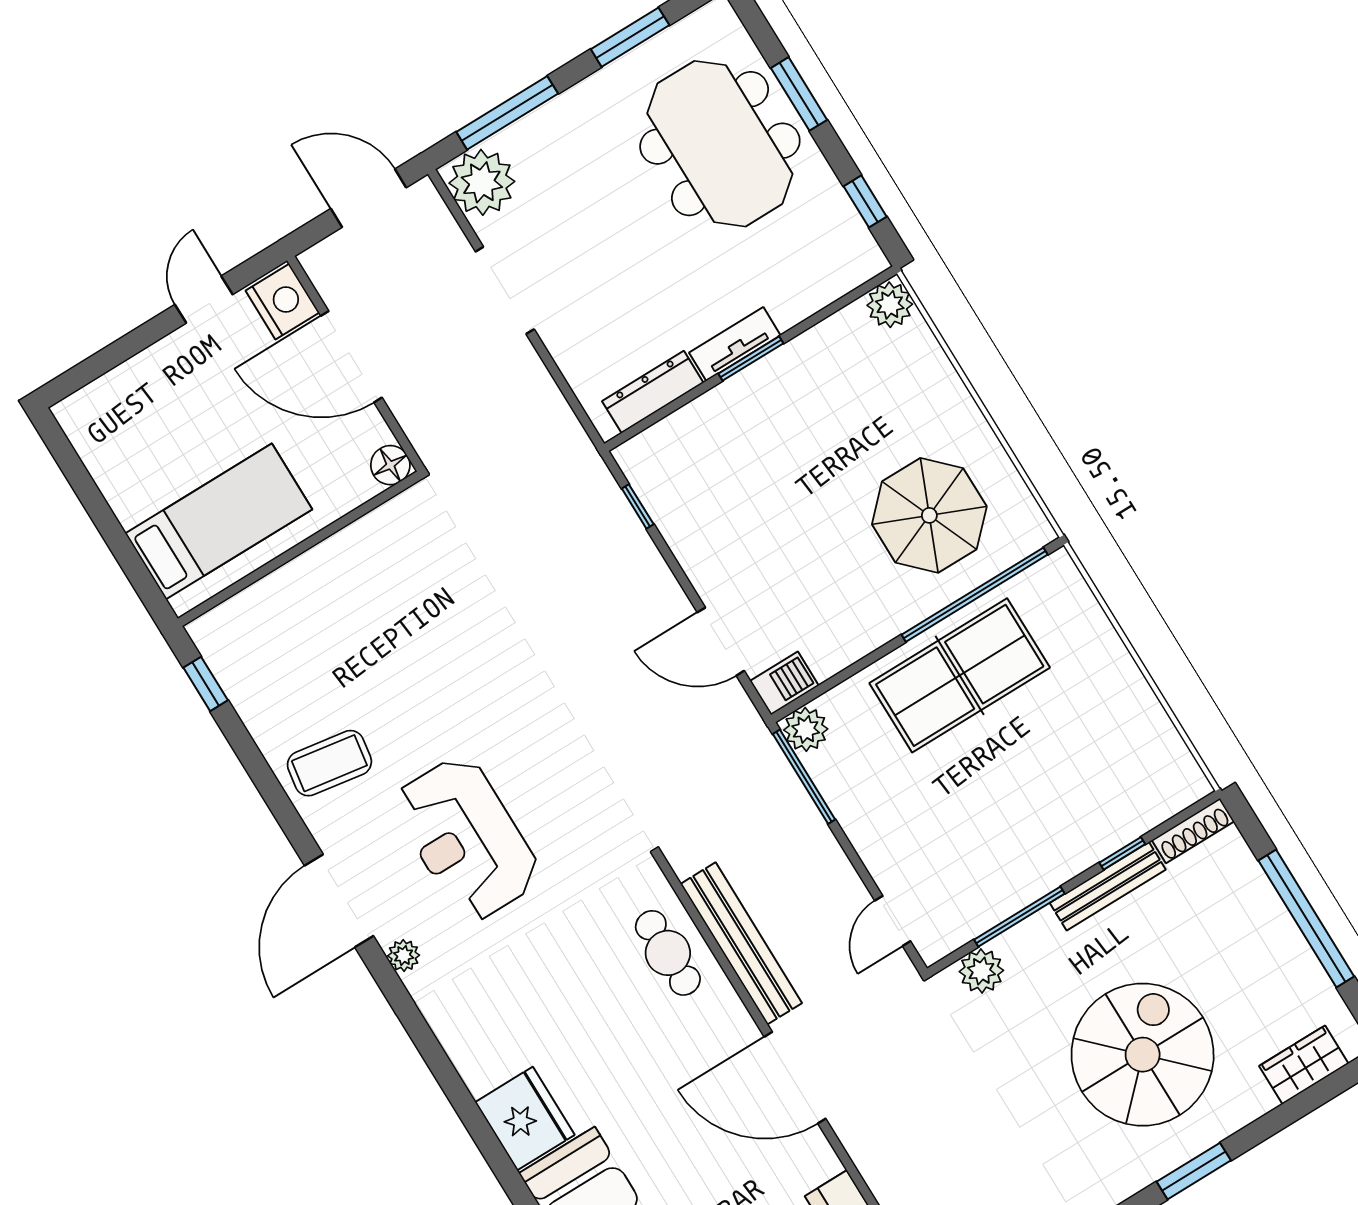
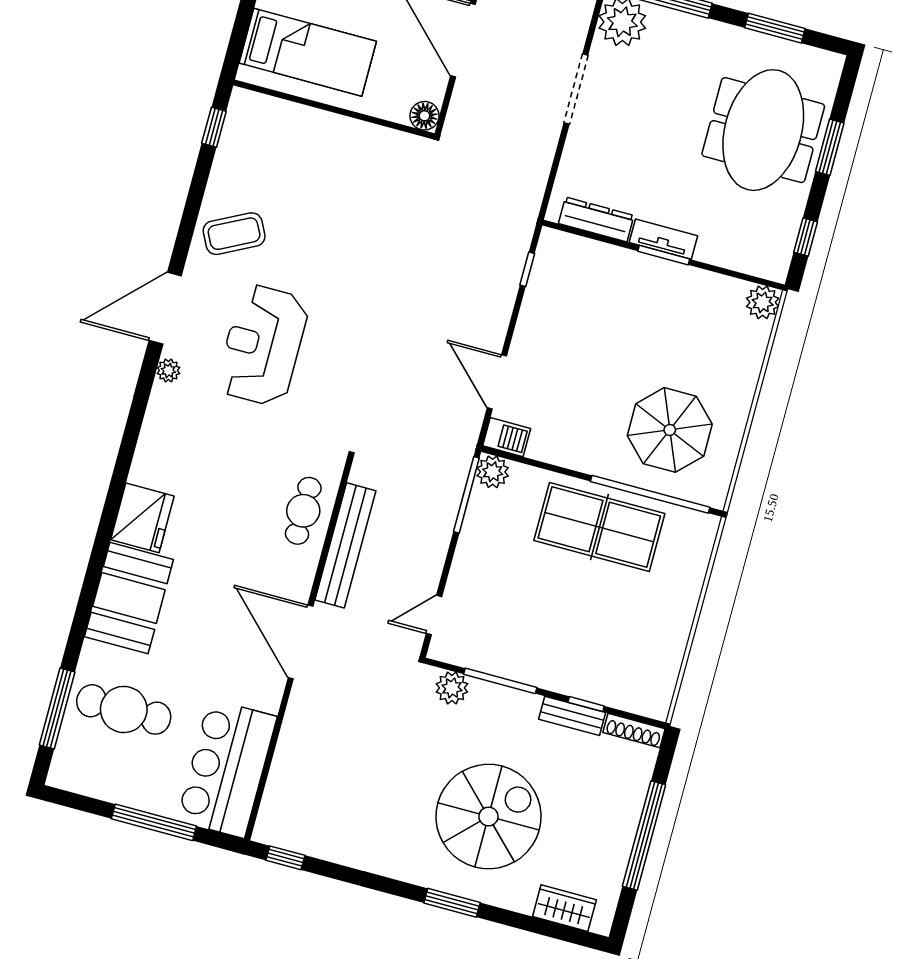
coffee table: (329, 763) -> (234, 234), turned -36
bench: (1108, 886) -> (572, 716), width x0.73

